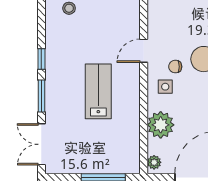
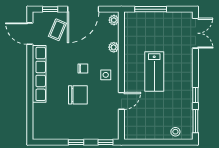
chair: (175, 67) -> (83, 69), moved
window: (41, 96) -> (195, 121), moved
plant: (161, 125) -> (114, 47), width x0.53, depth x0.53

